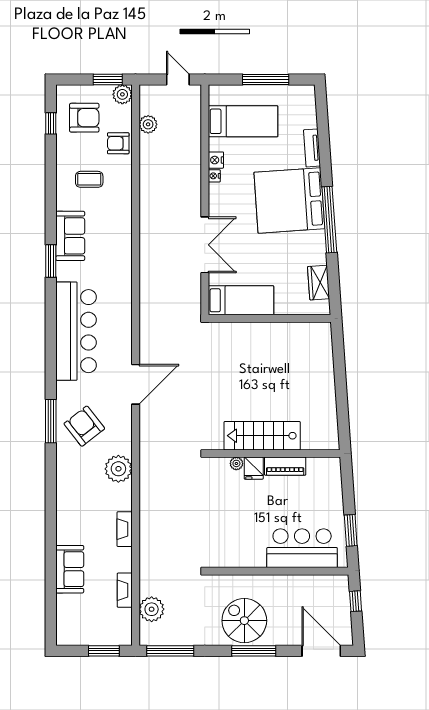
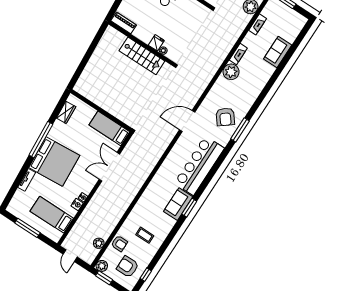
sofa: (70, 236) -> (178, 204), moved
piano: (285, 466) -> (124, 23), moved
plant: (118, 469) -> (231, 72), moved

